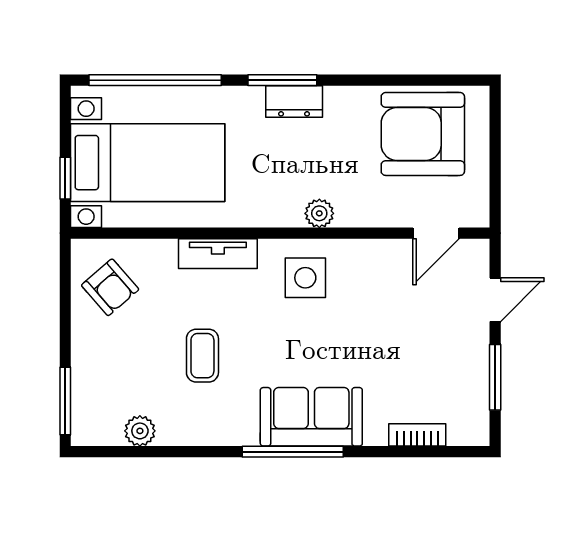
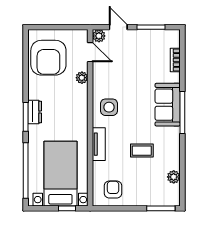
plant: (319, 213) -> (82, 78), moved
plant: (475, 254) -> (99, 36), added
armchair: (110, 287) -> (113, 189), turned -49

